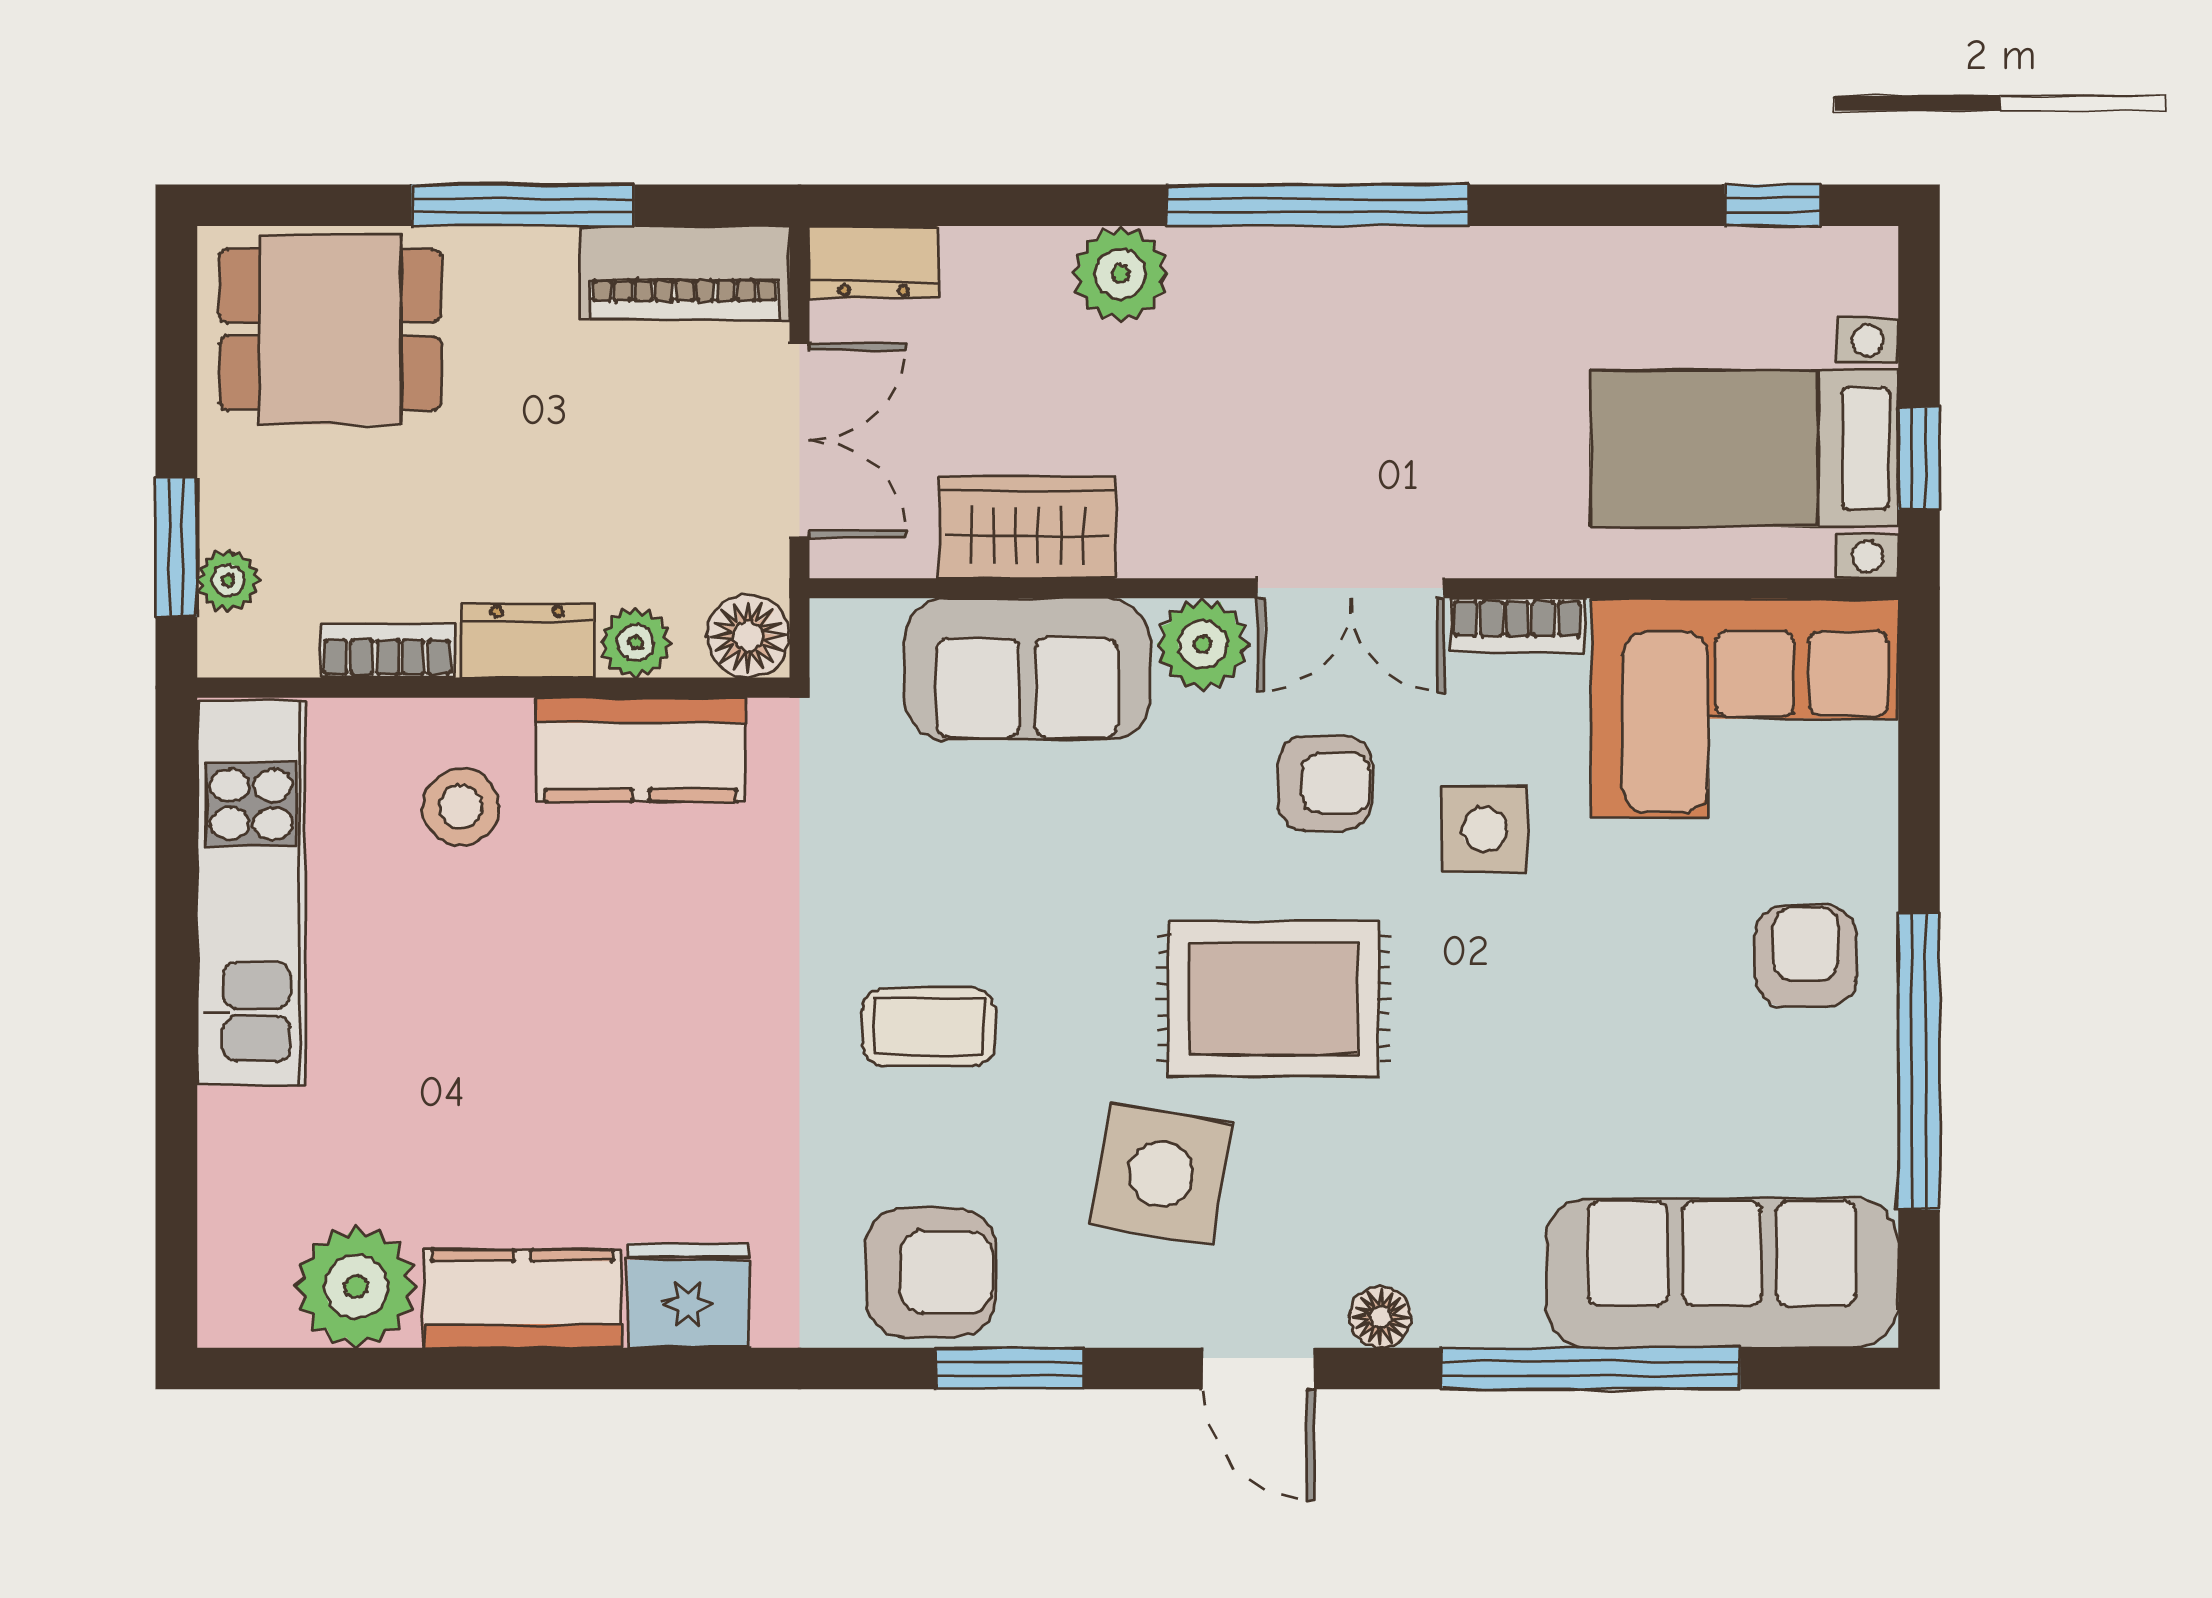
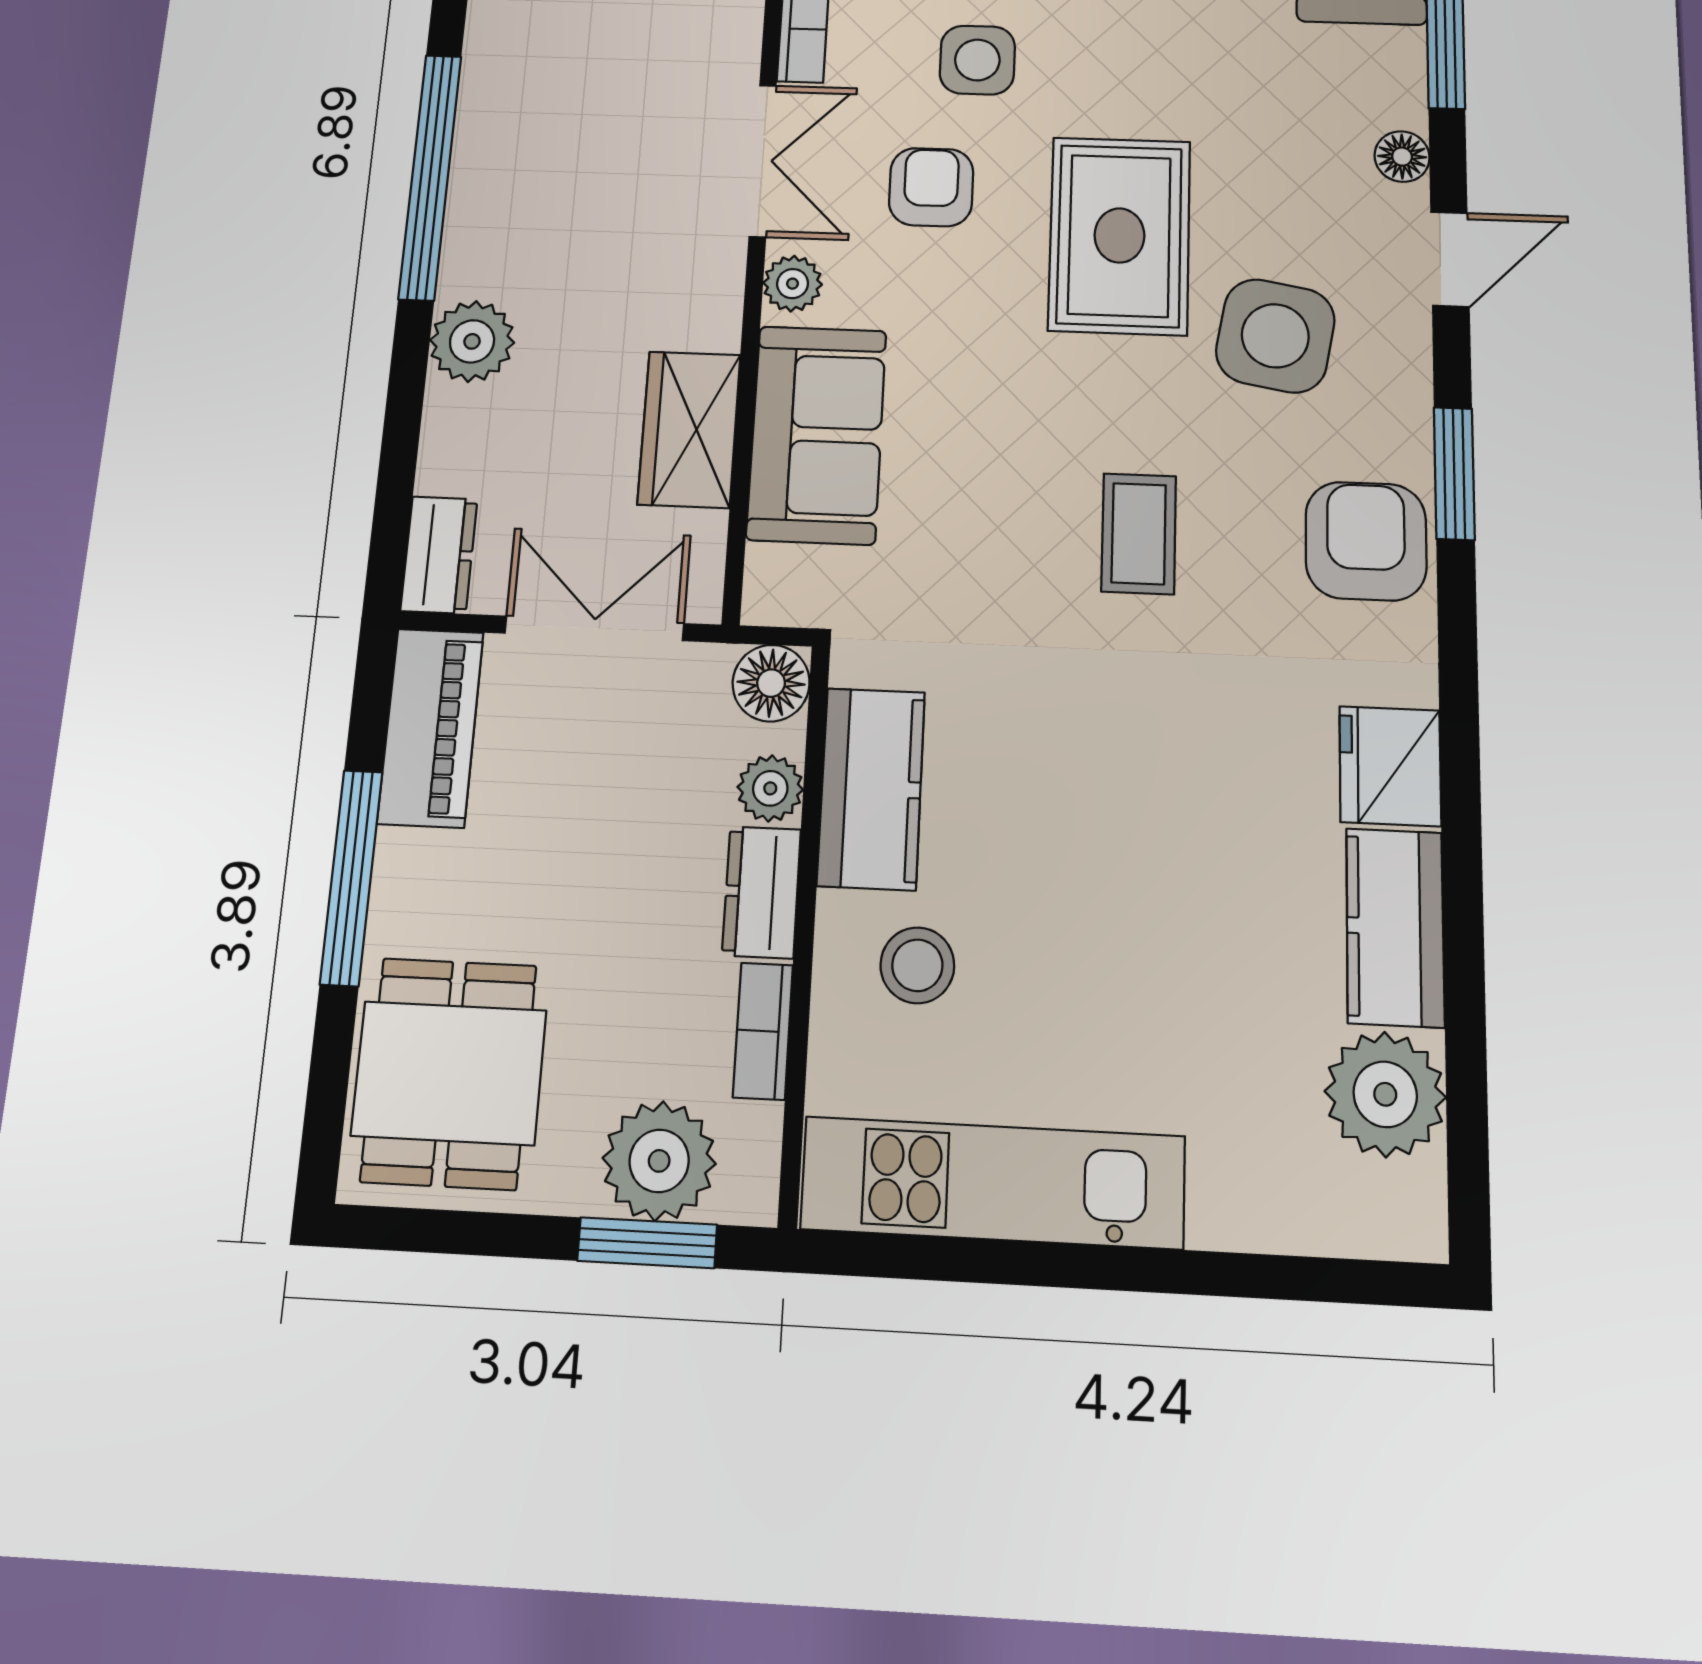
plant: (228, 580) -> (659, 1161), width x1.88, depth x1.88
plant: (1203, 644) -> (793, 284), width x0.73, depth x0.73

